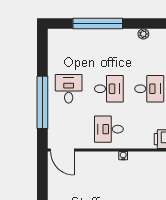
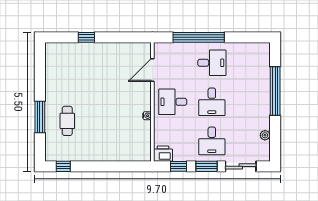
desk: (109, 129) -> (173, 102), turned -90
door: (62, 150) -> (152, 70), moved

